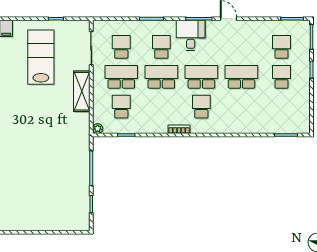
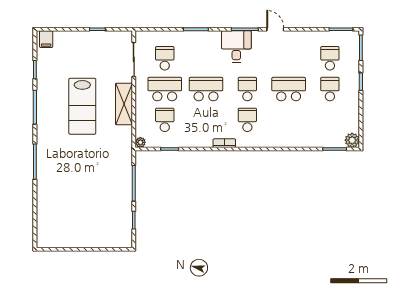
school desk: (161, 47) -> (206, 58), removed
lab bench: (41, 57) -> (82, 106), moved, turned 180
school desk: (201, 77) -> (247, 89), width x0.54
plant: (303, 126) -> (352, 140), added

